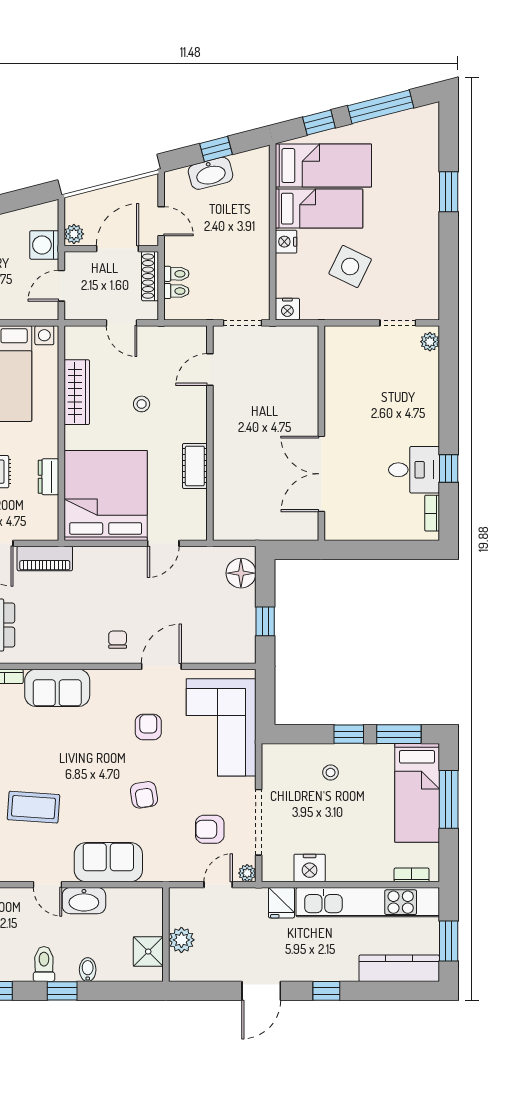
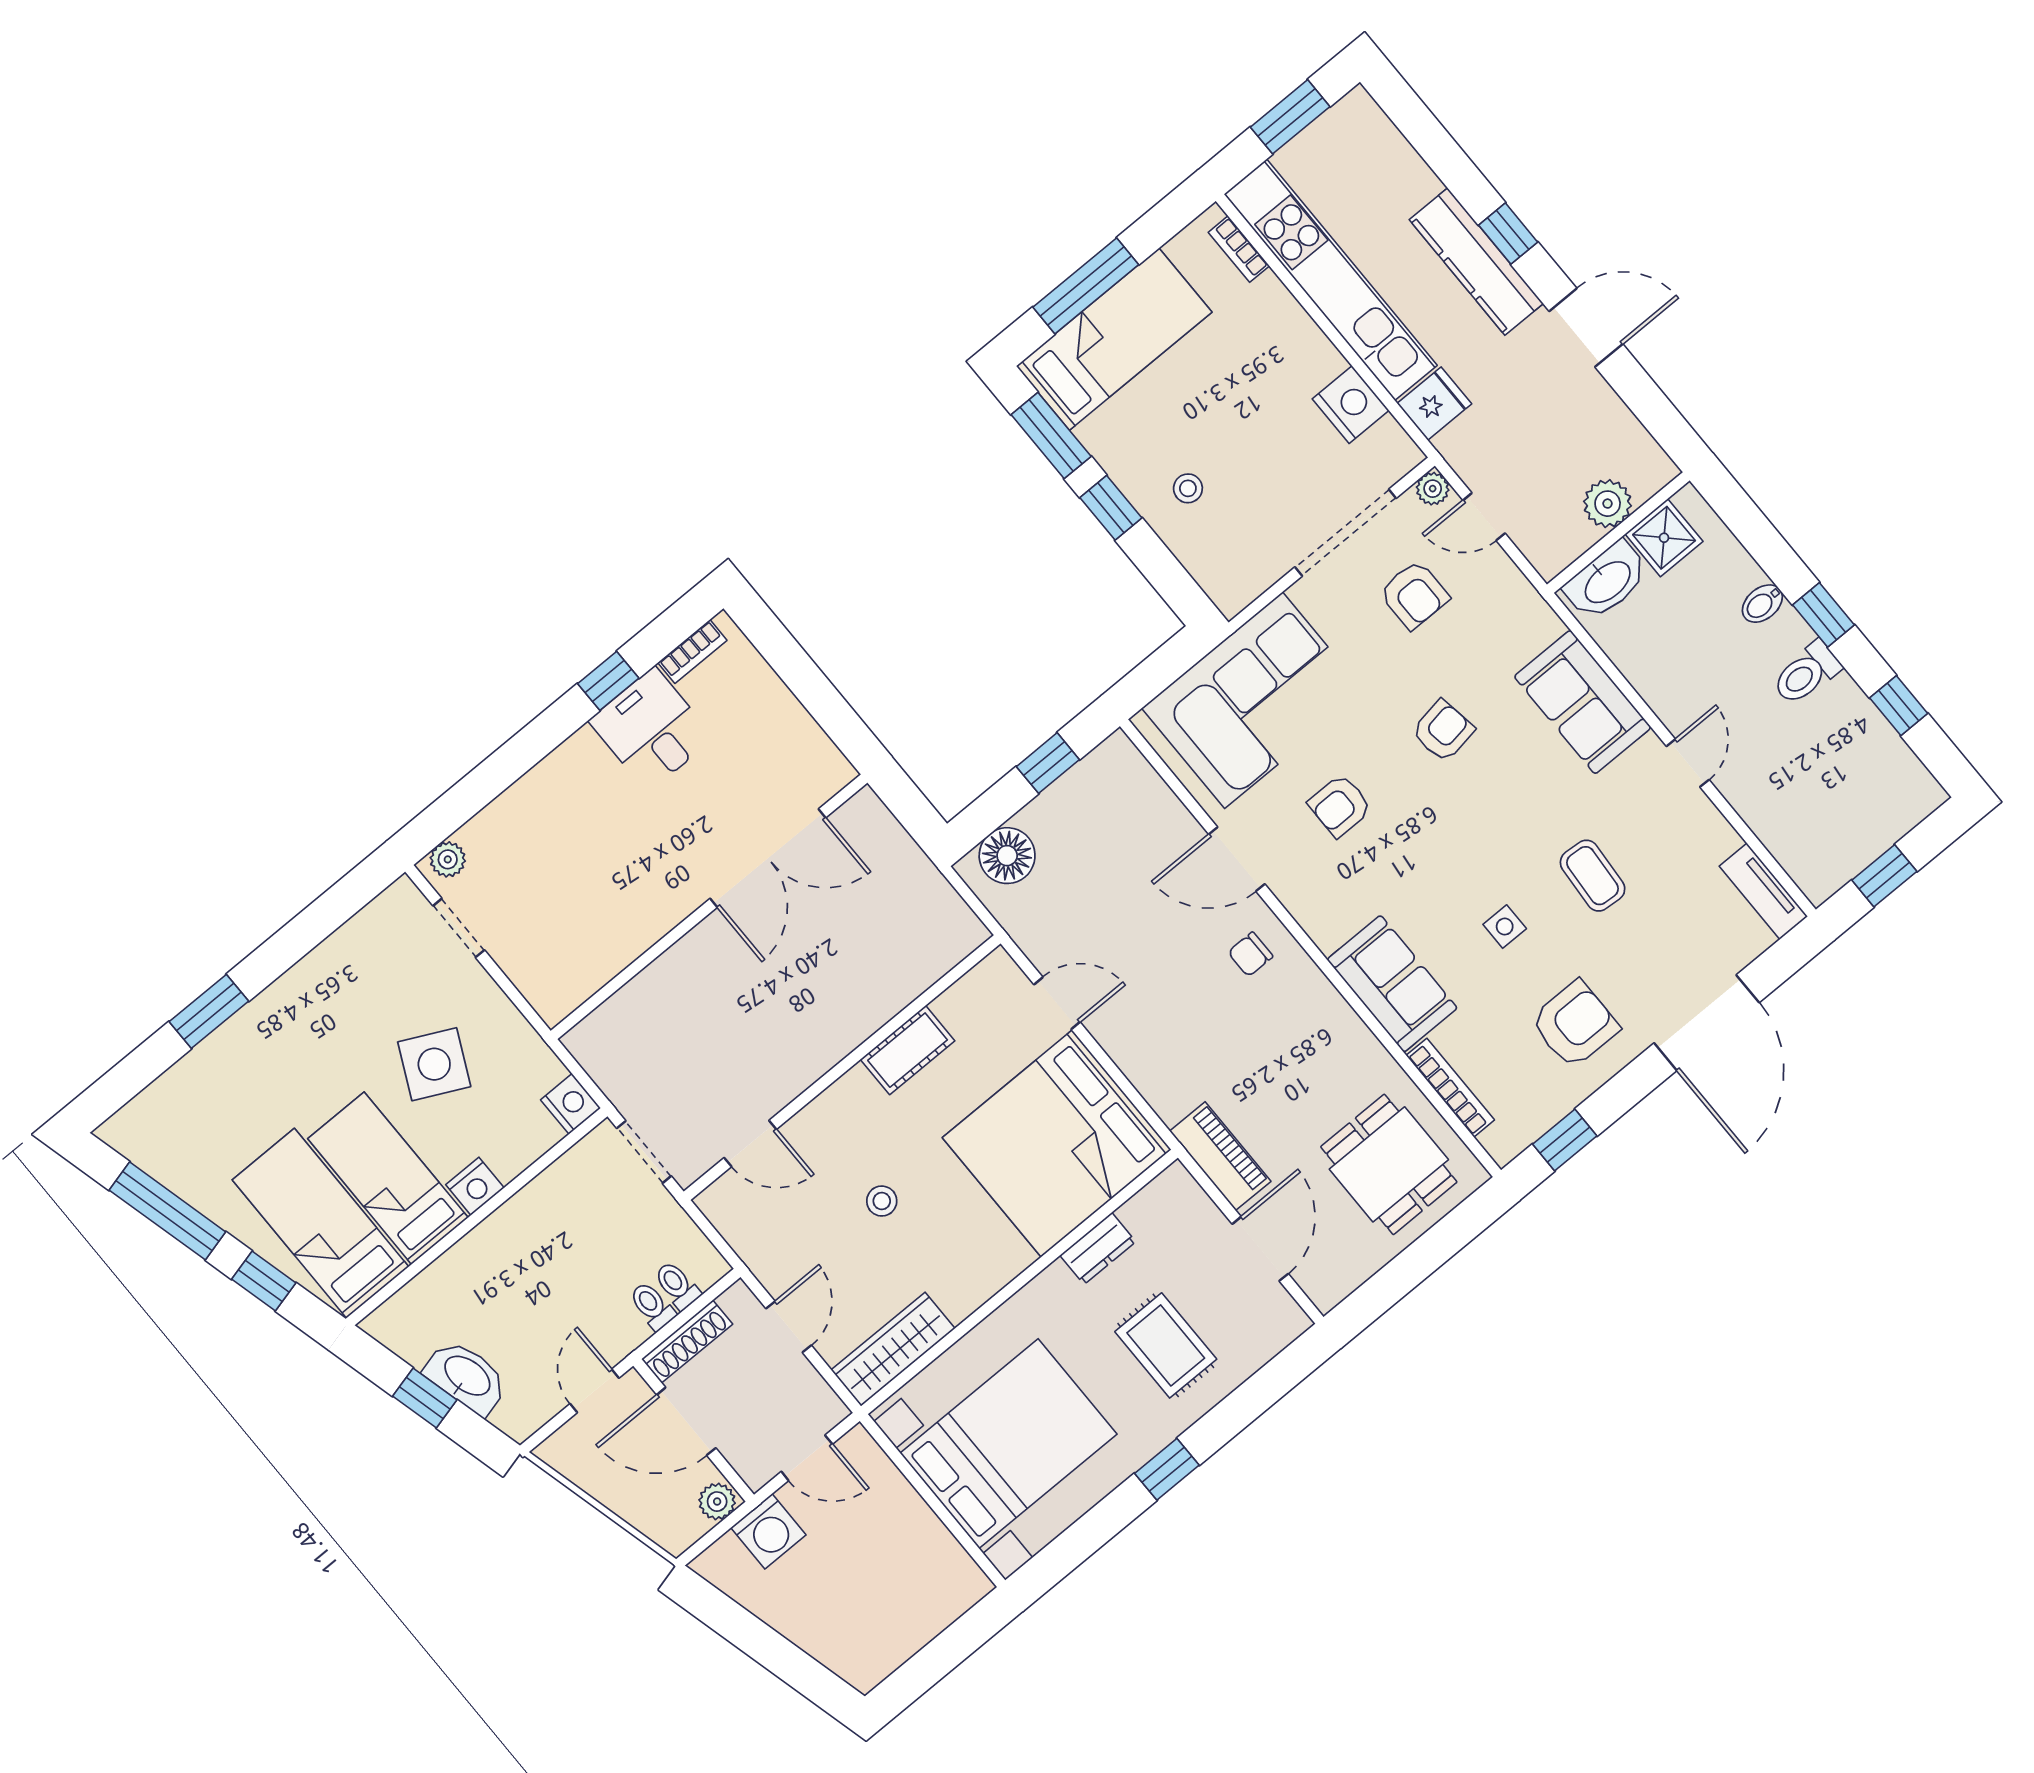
wardrobe: (77, 392) -> (893, 1349), moved
side table: (42, 754) -> (1505, 927), added
coffee table: (34, 807) -> (1593, 876), width x0.73, depth x0.77
washbasin: (84, 901) -> (1607, 581), moved, turned 90
kitchen counter: (399, 968) -> (1476, 262), moved

